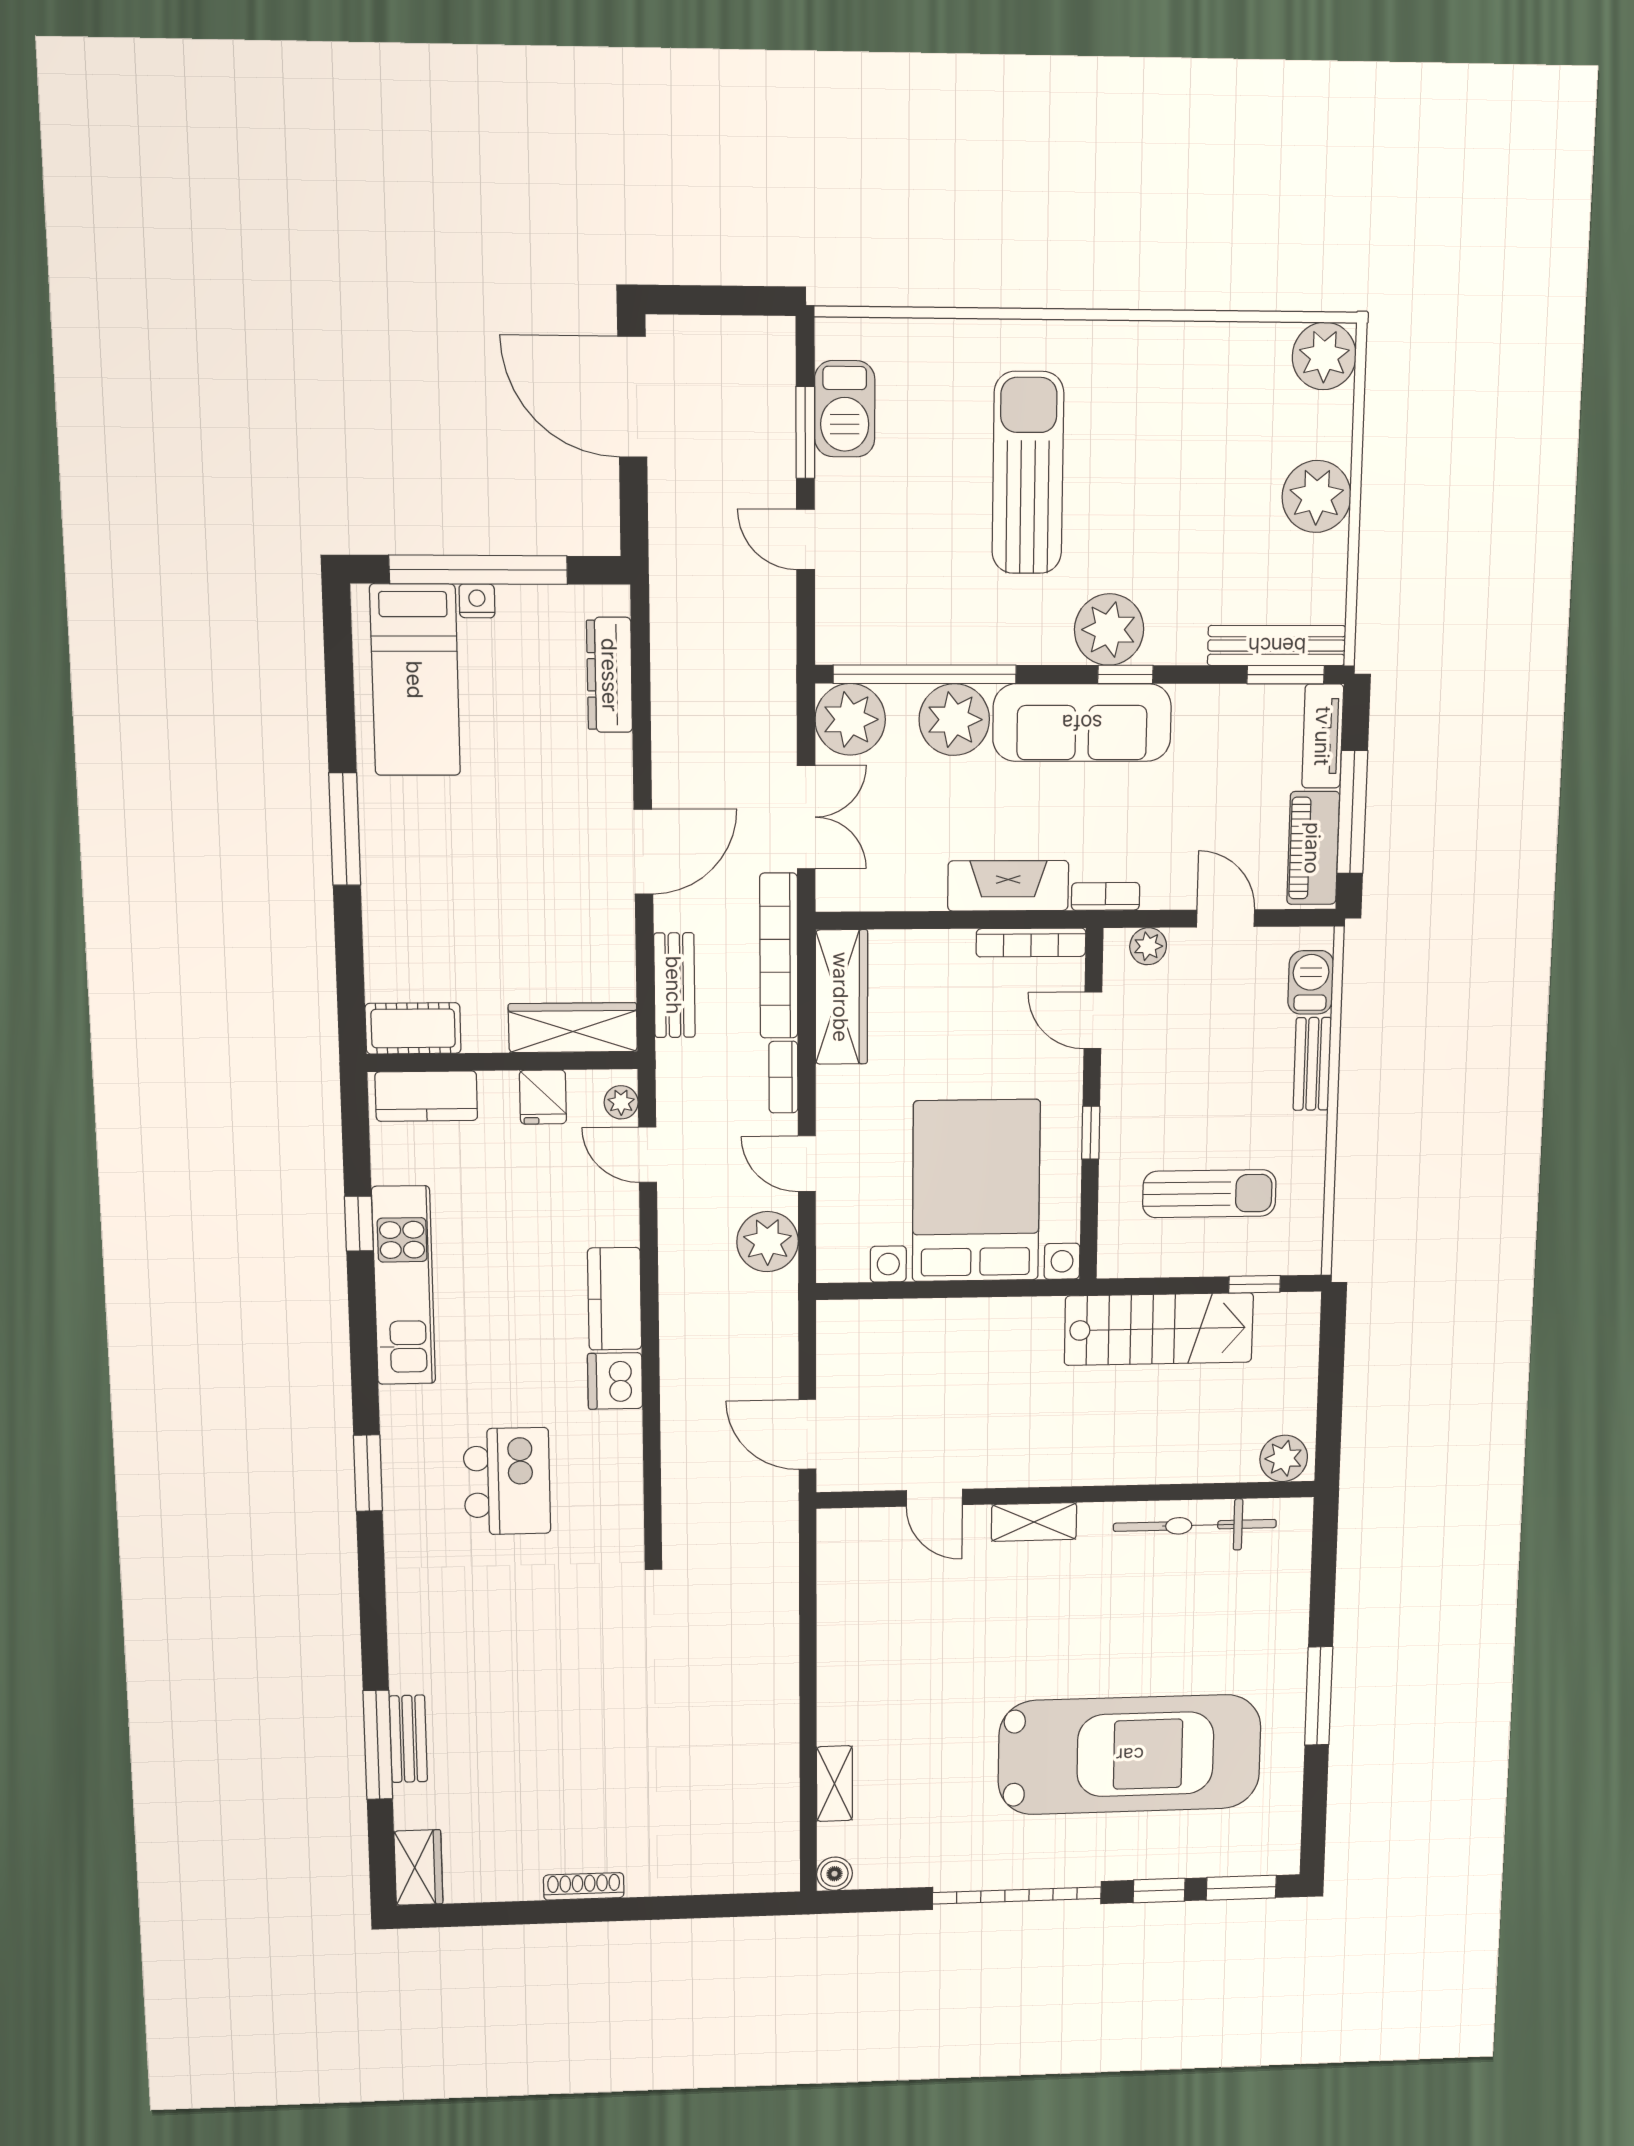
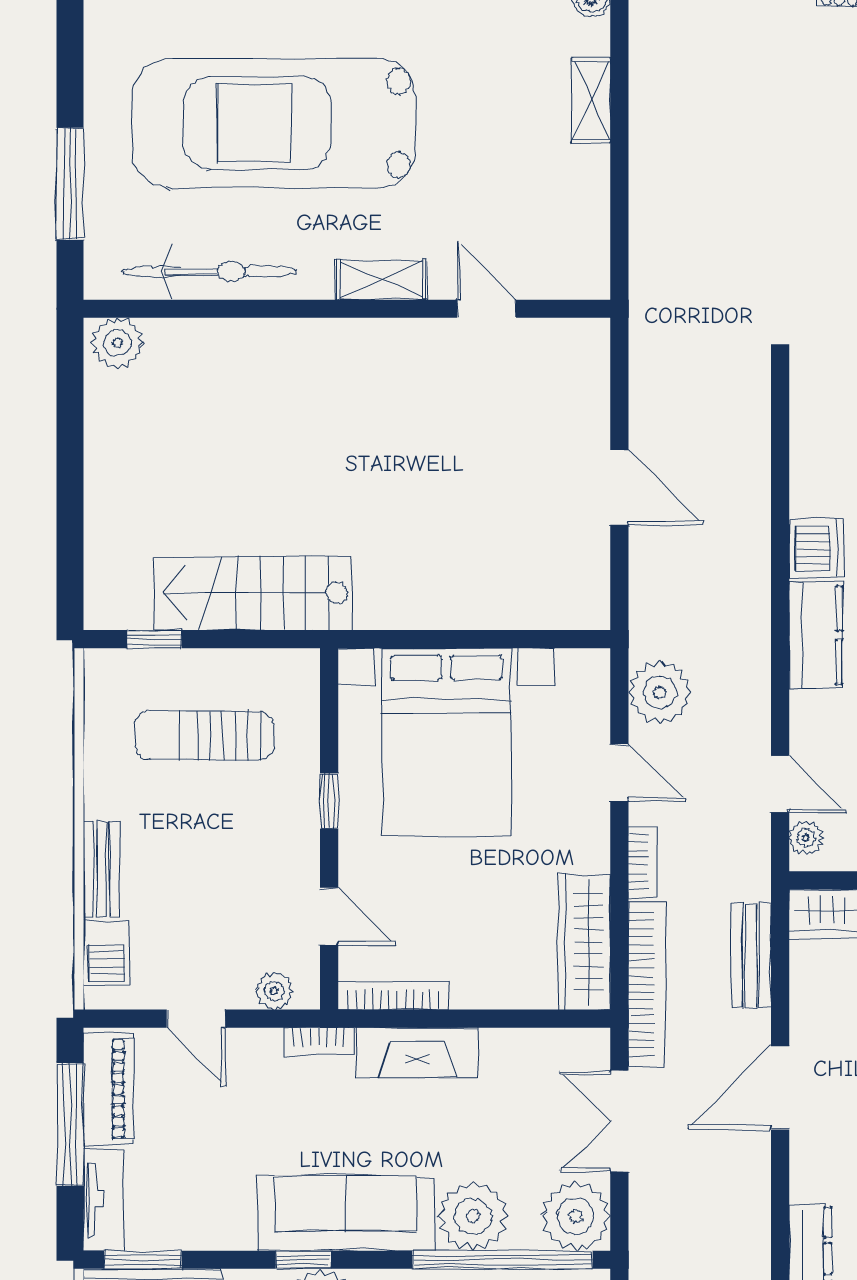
plant: (1284, 1458) -> (117, 343), moved
wall: (1067, 1495) -> (347, 309), moved
door: (934, 1498) -> (487, 309), moved
shelving: (1034, 1522) -> (381, 280), moved
bicycle: (1195, 1525) -> (210, 272), moved

